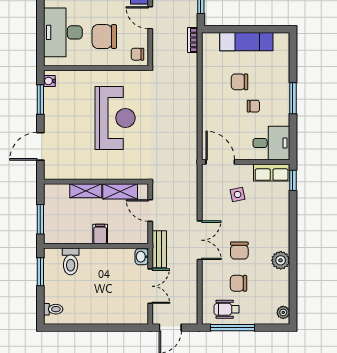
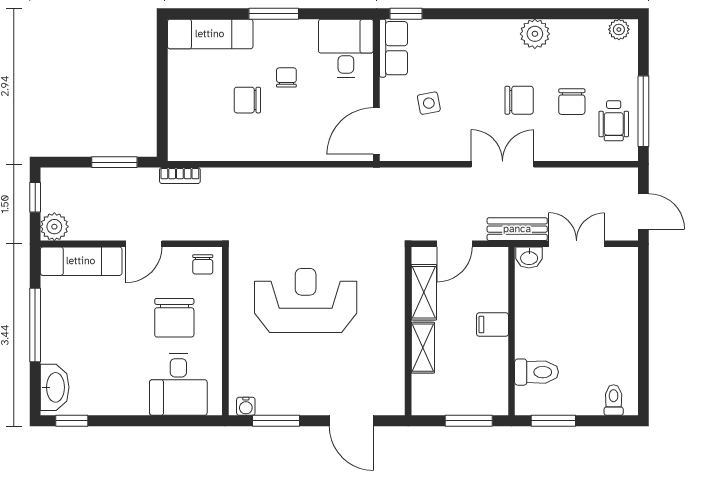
desk: (63, 32) -> (178, 385), width x0.73
exam couch: (246, 42) -> (210, 34), moved, turned 90
chair: (239, 82) -> (247, 100), turned 90

